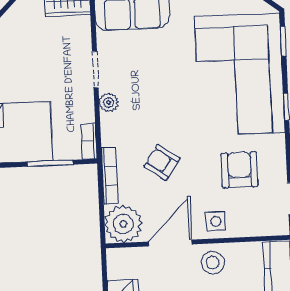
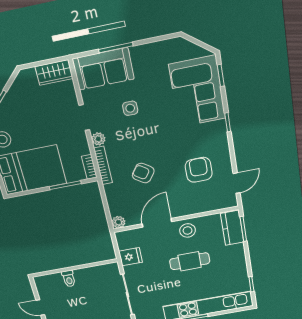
corner sofa: (240, 74) -> (197, 92), width x0.73, depth x0.74
bookcase: (110, 176) -> (103, 165), moved
side table: (216, 221) -> (130, 108), moved
plant: (123, 224) -> (118, 222), width x0.53, depth x0.53

